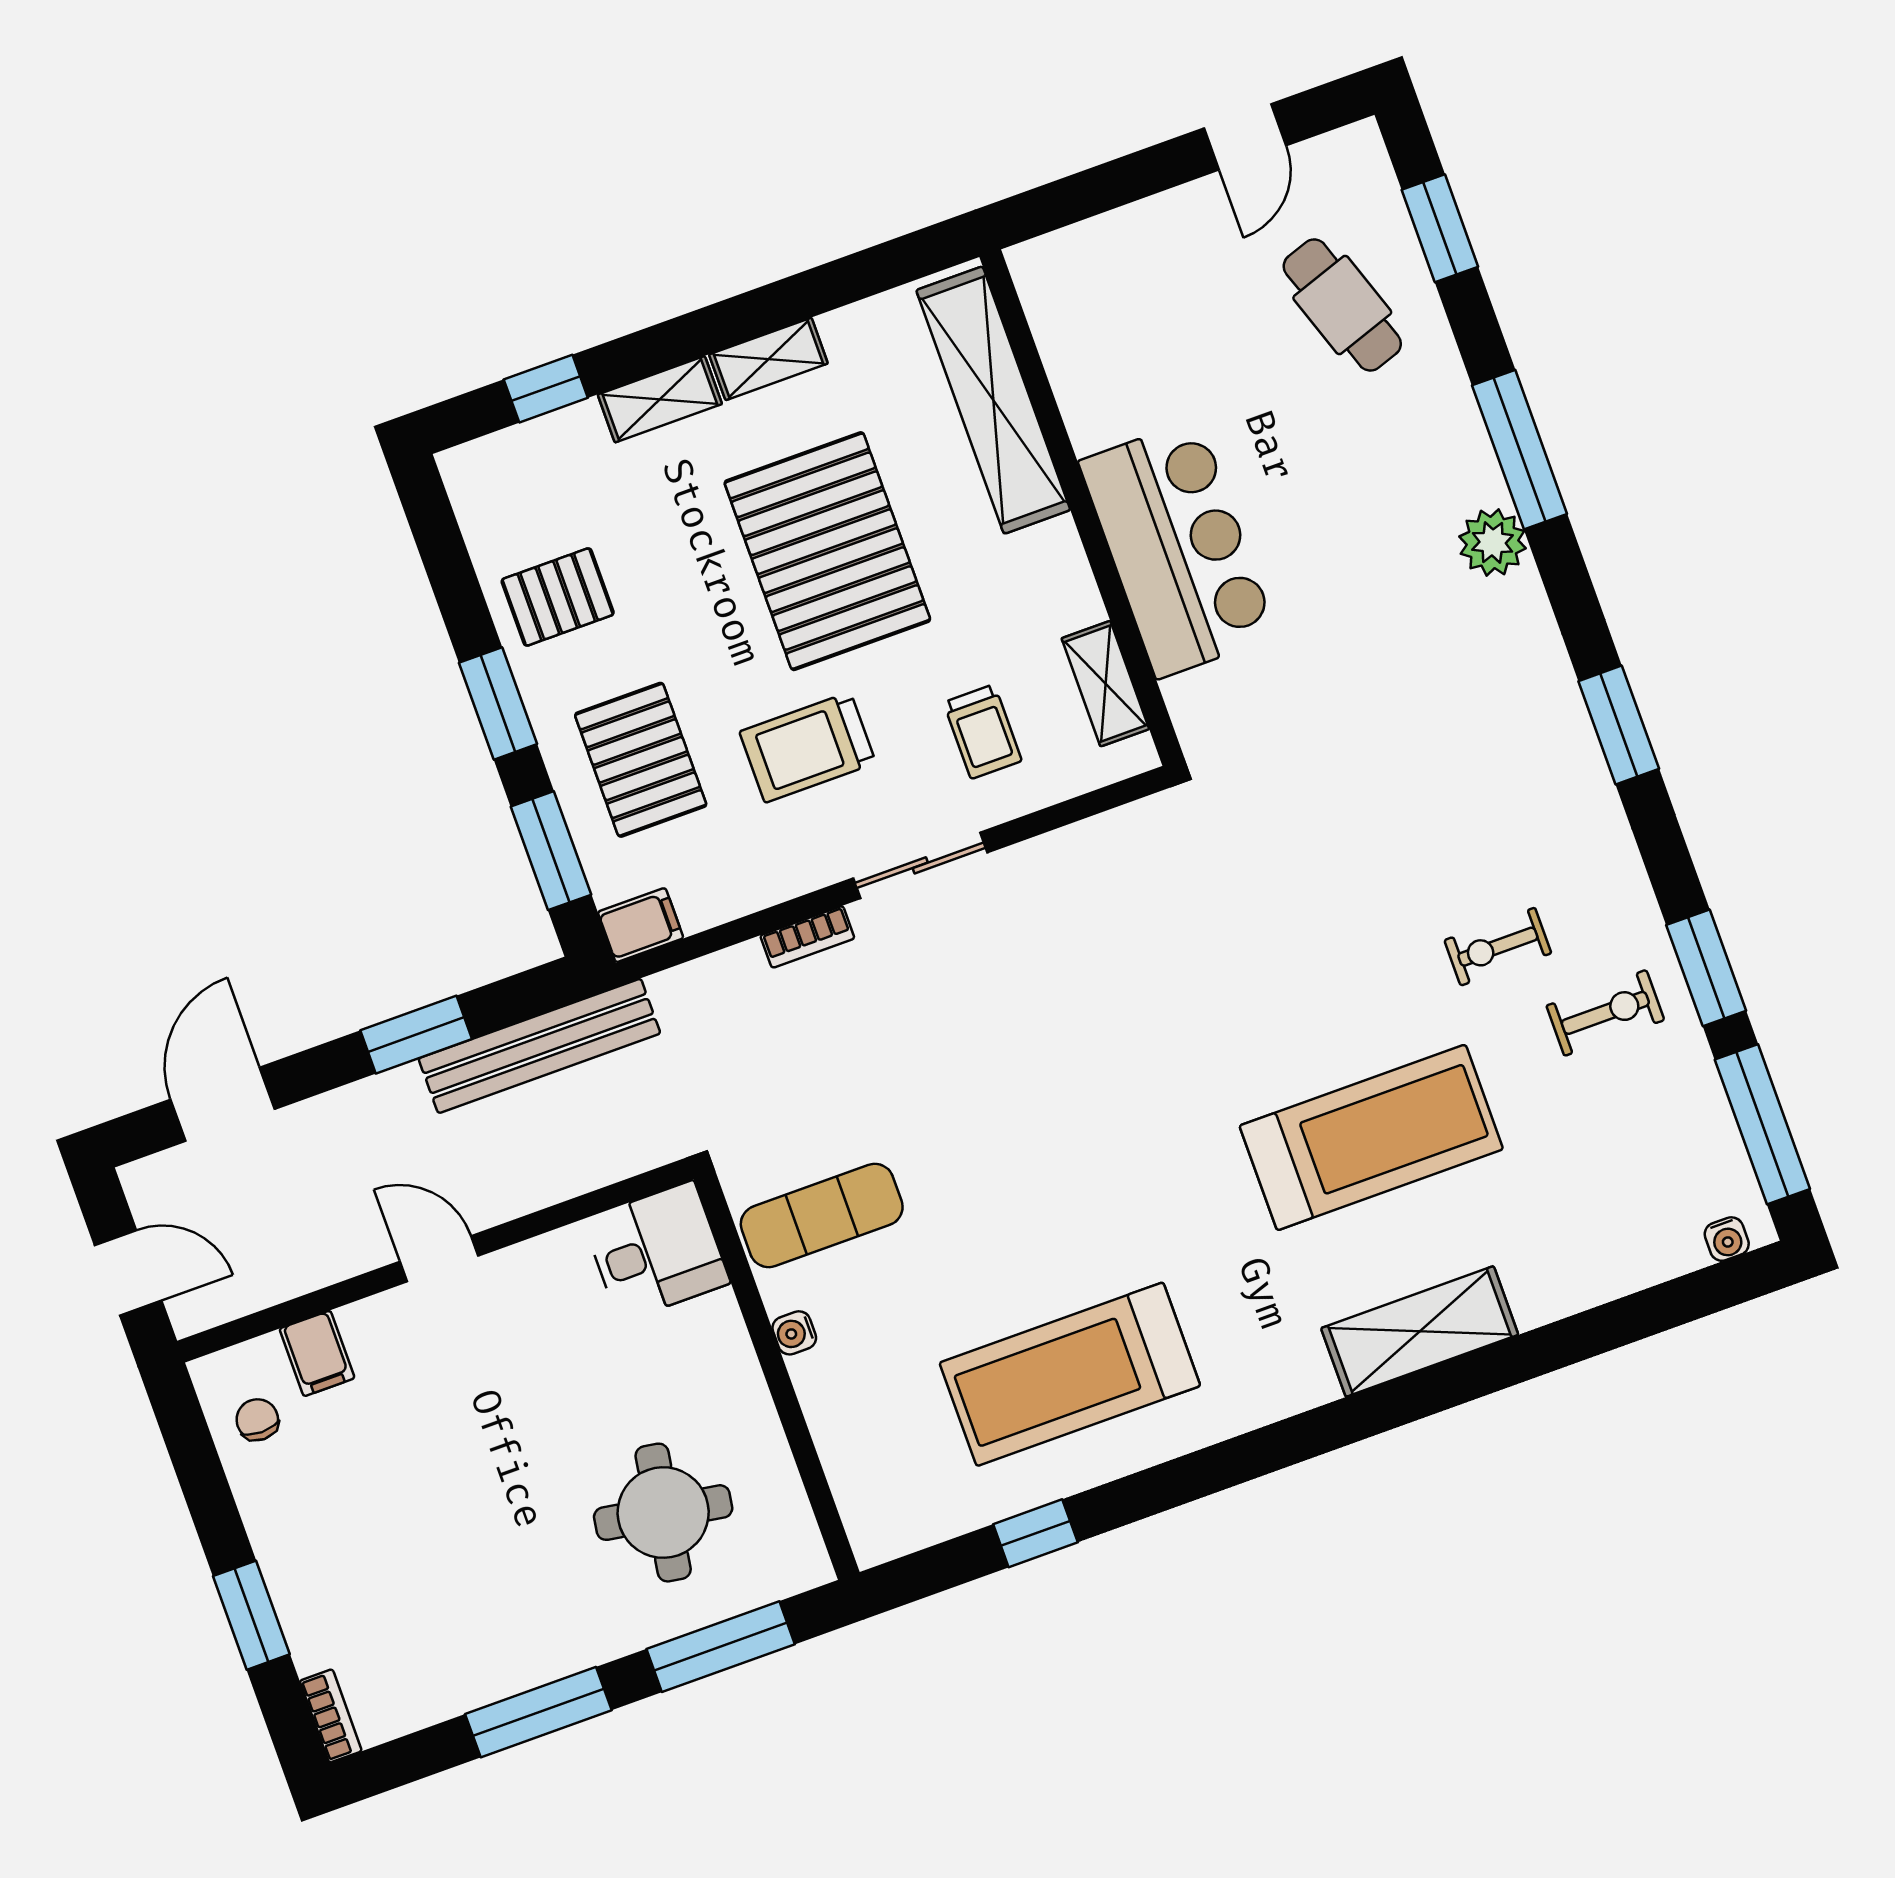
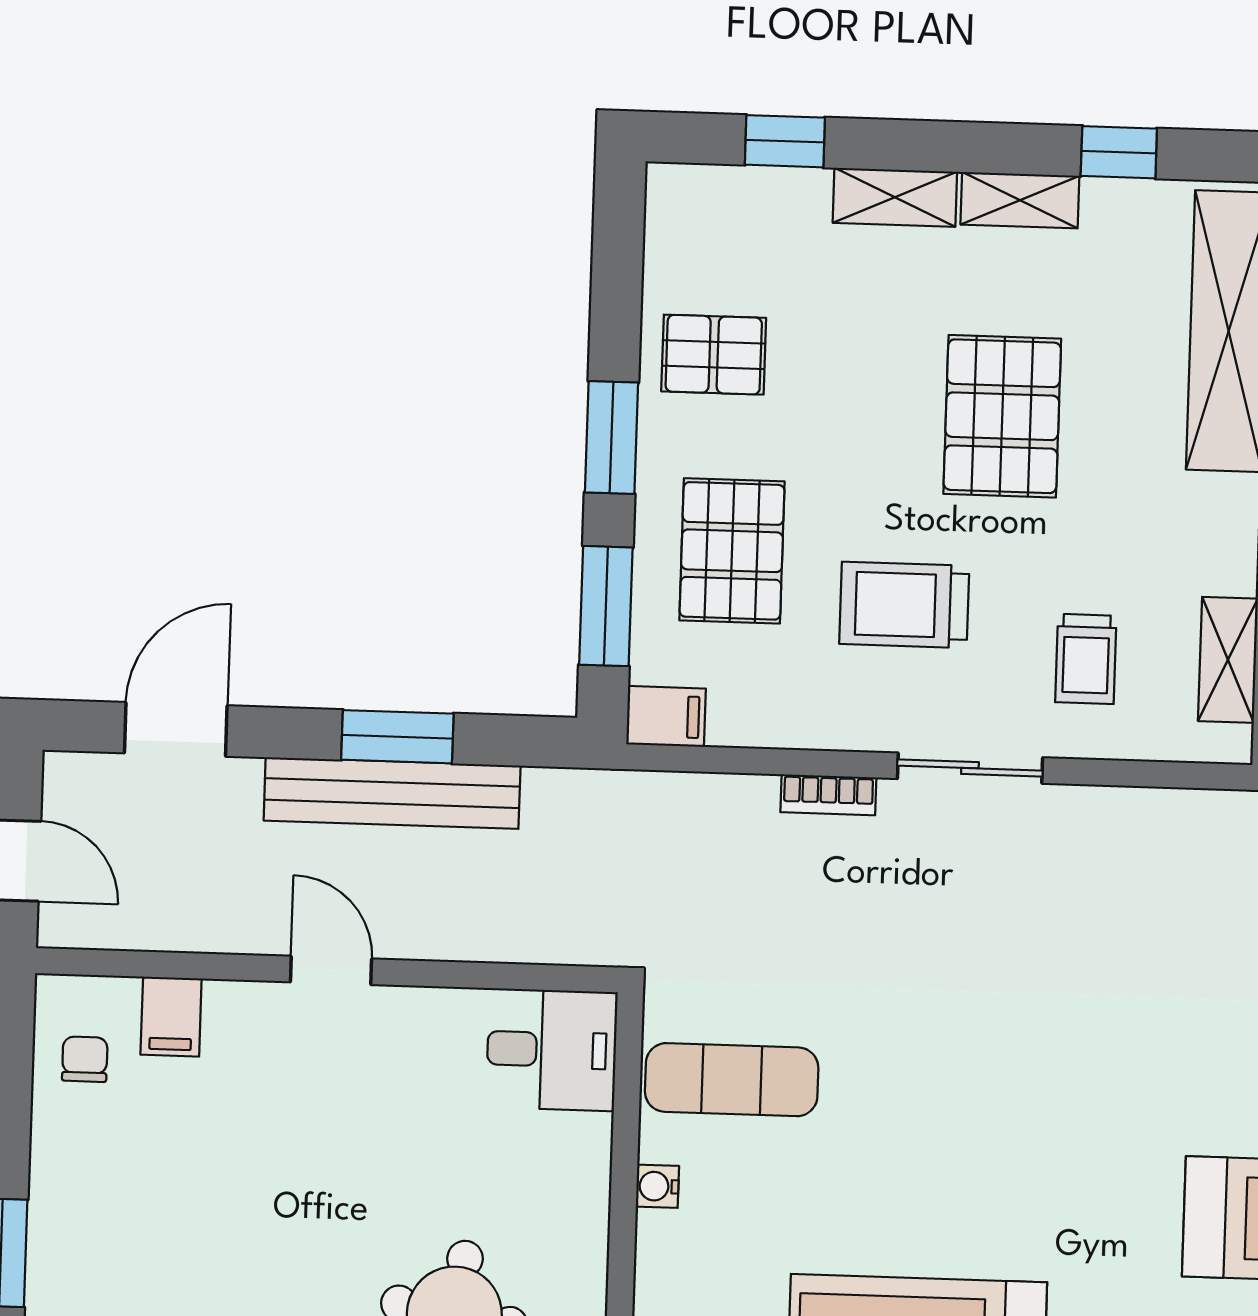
window: (837, 284) -> (1119, 152), added
pallet: (827, 551) -> (1002, 416), width x0.73, depth x0.71
bench: (539, 1046) -> (392, 793), moved

